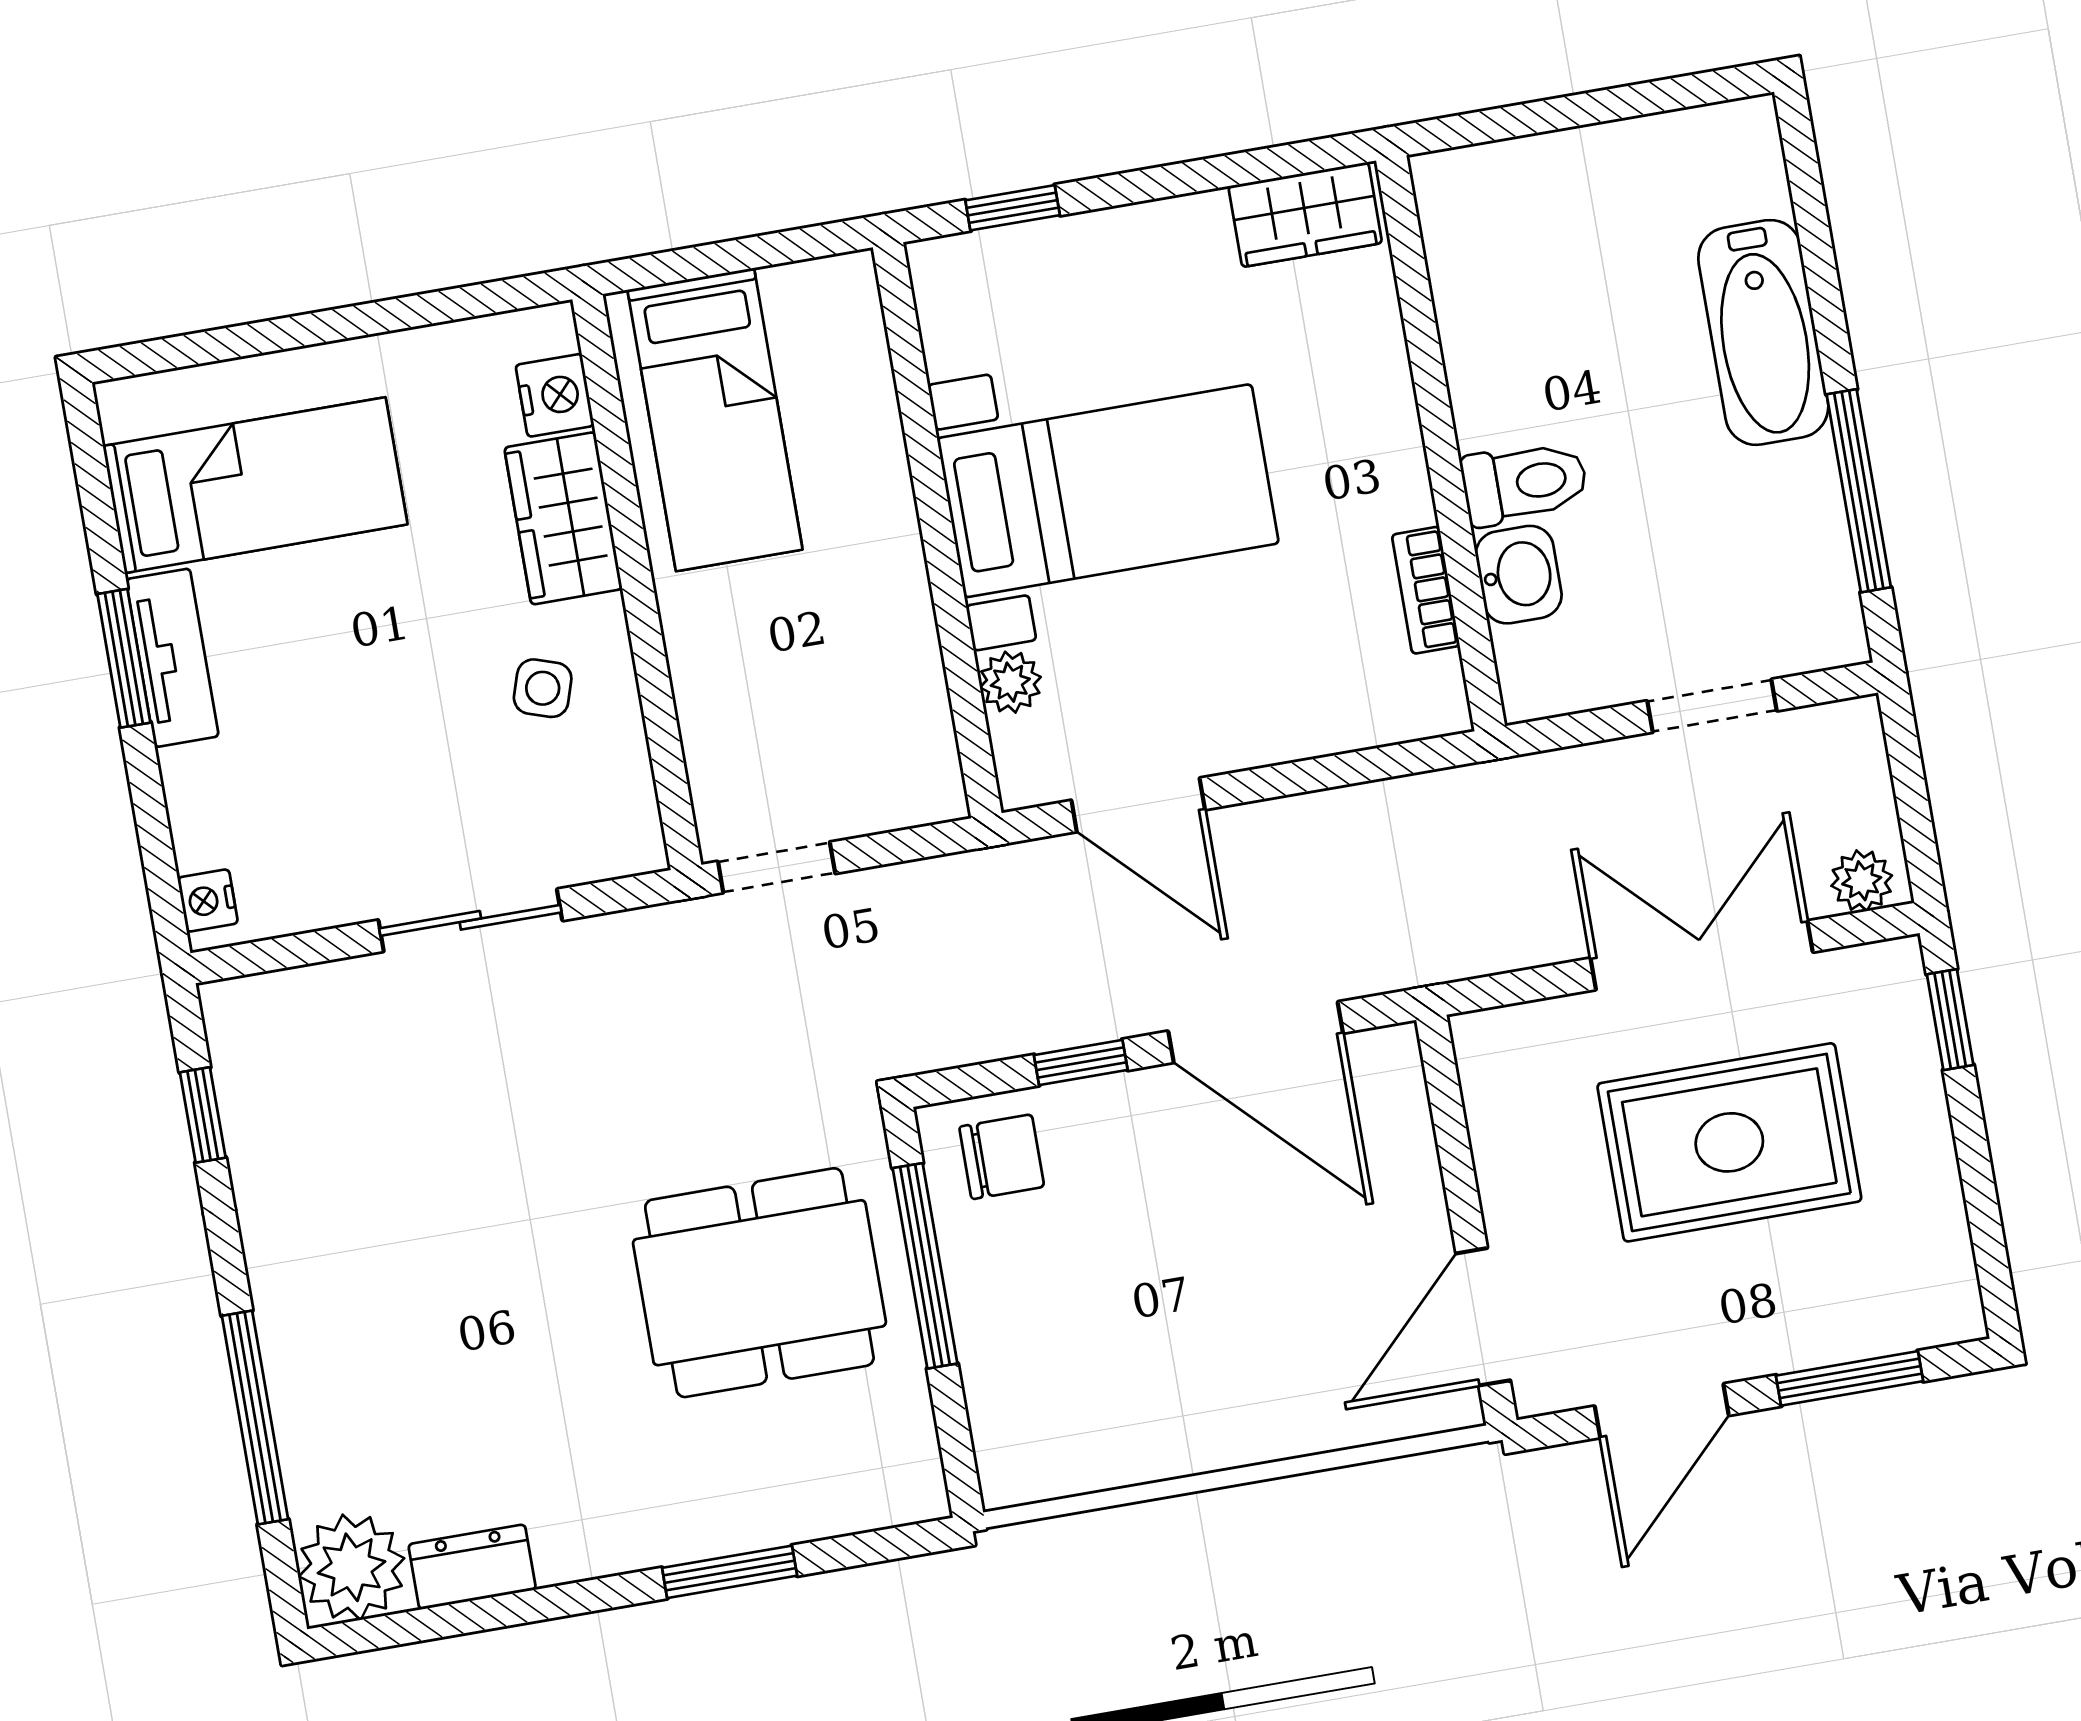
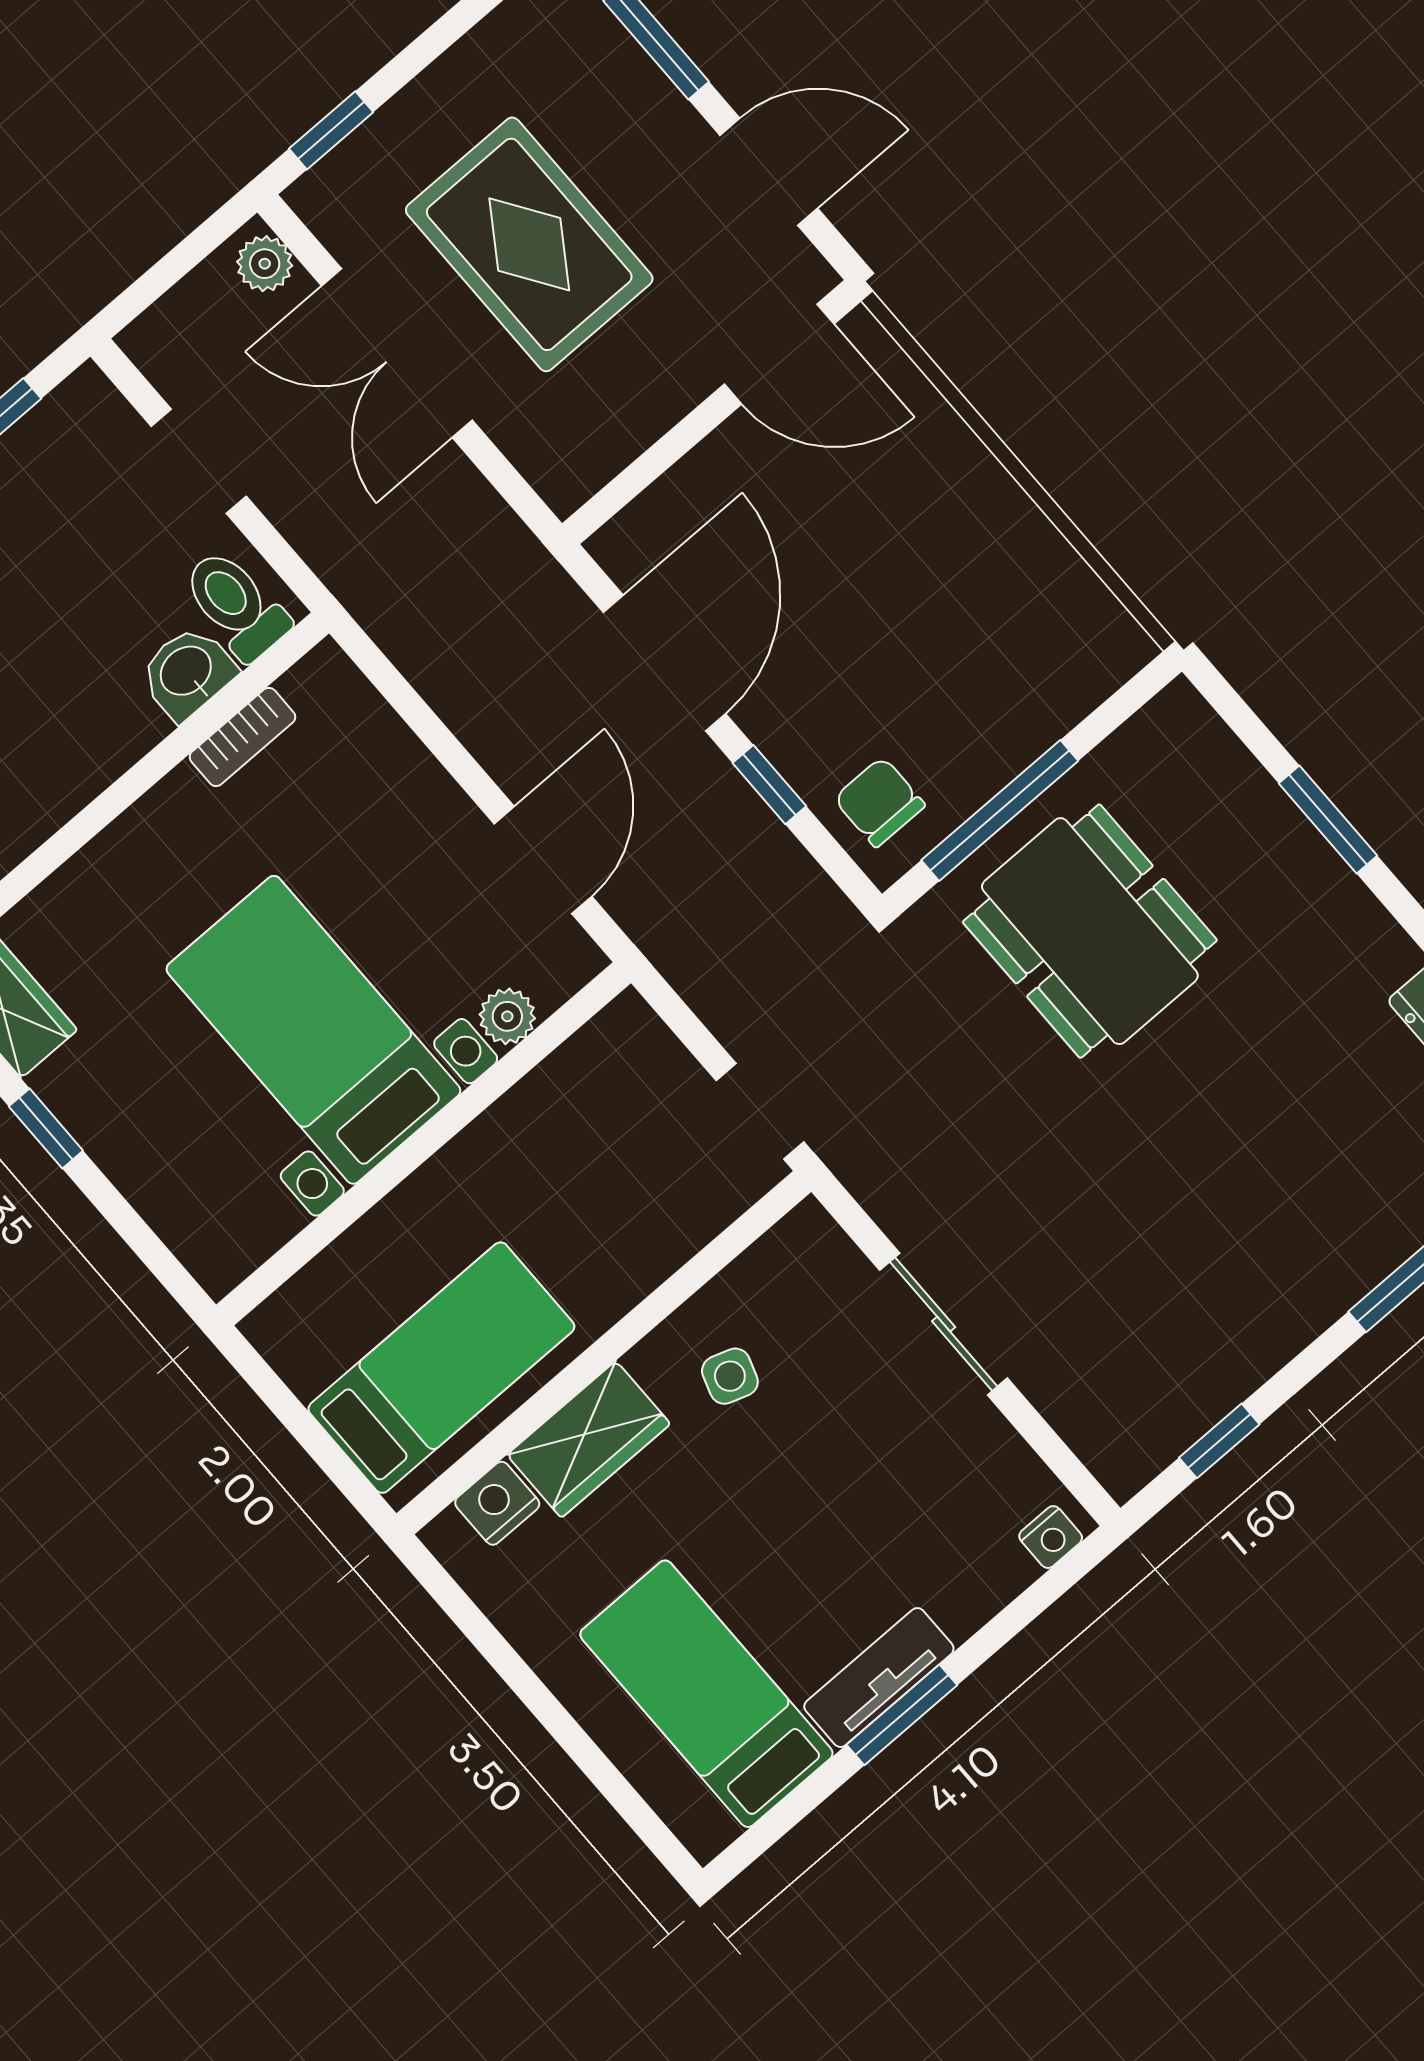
window: (1013, 208) -> (46, 1128), moved
toilet: (1524, 483) -> (236, 605), moved

